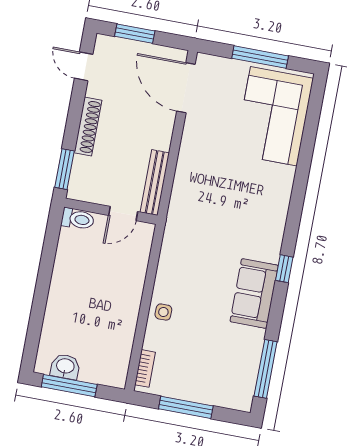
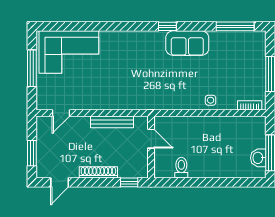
door: (186, 88) -> (61, 113), width x0.53
window: (64, 169) -> (129, 182), width x0.67
bench: (155, 183) -> (112, 122), moved
toilet: (78, 219) -> (181, 168), moved

